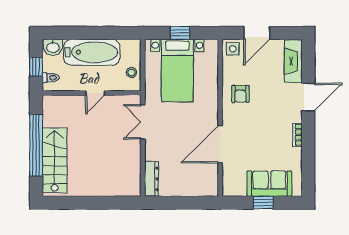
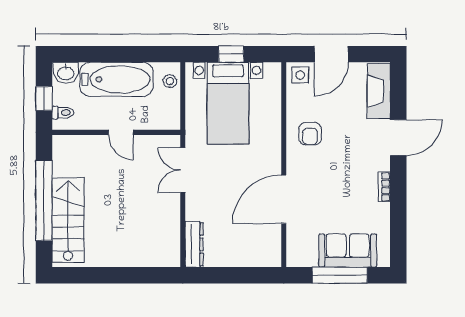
stool: (131, 73) -> (170, 81), moved
door: (95, 93) -> (121, 132), hinge flipped
window: (263, 203) -> (340, 275), width x2.17

